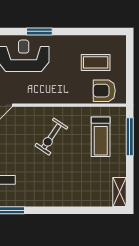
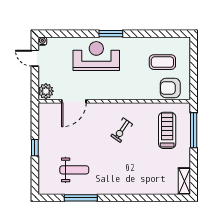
exercise bike: (51, 137) -> (122, 130), width x0.73, depth x0.72
treadmill: (101, 137) -> (167, 130), turned 180

